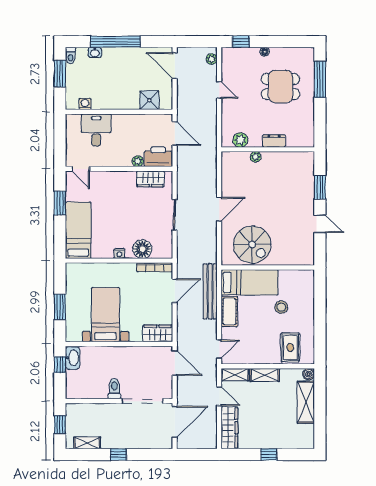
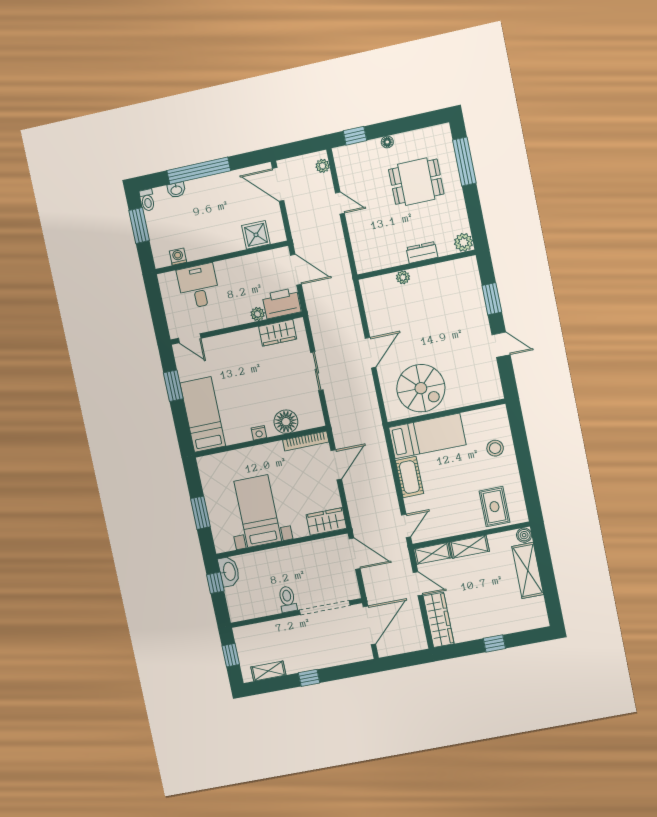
plant: (240, 140) -> (464, 242), moved
bench: (210, 291) -> (380, 457), removed
stool: (281, 307) -> (495, 448), moved

